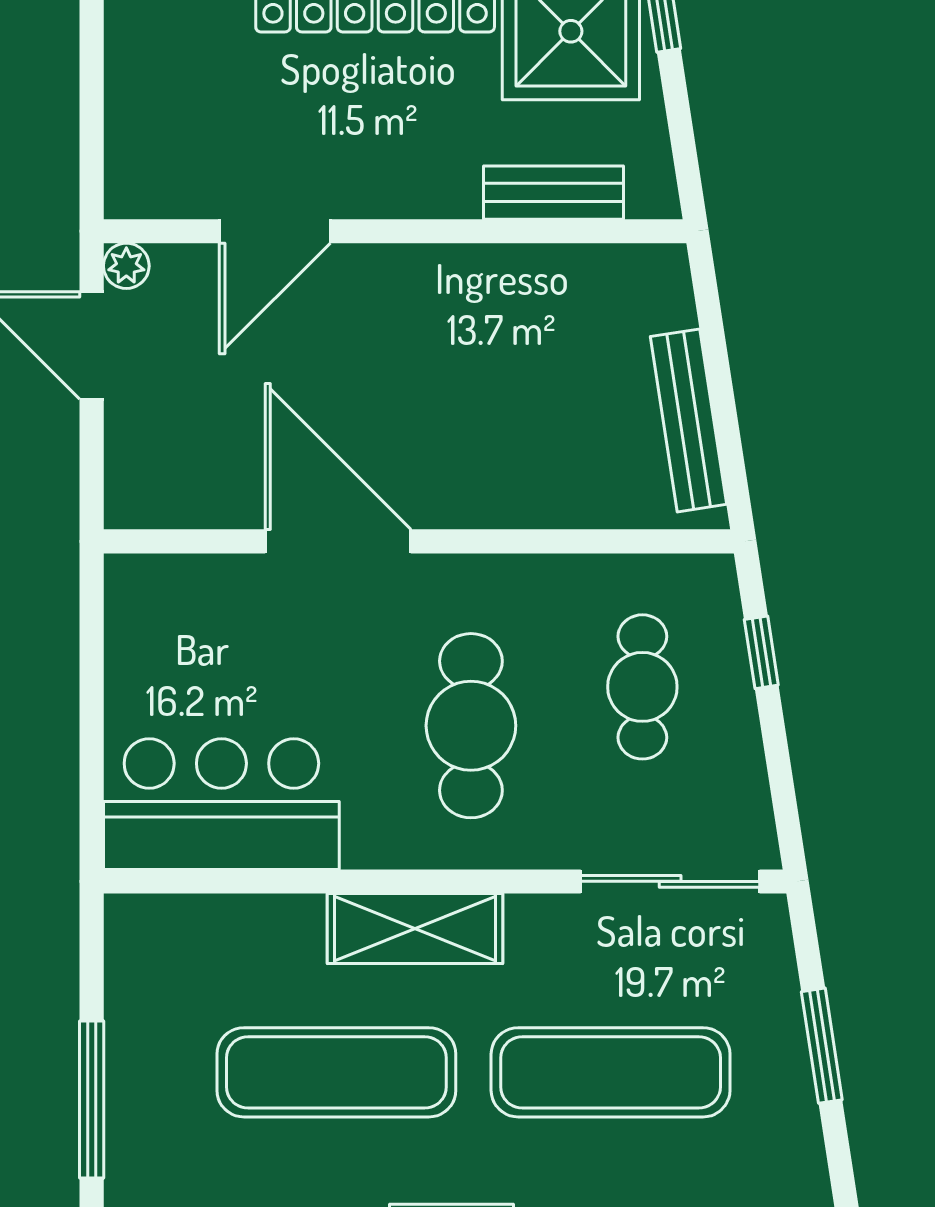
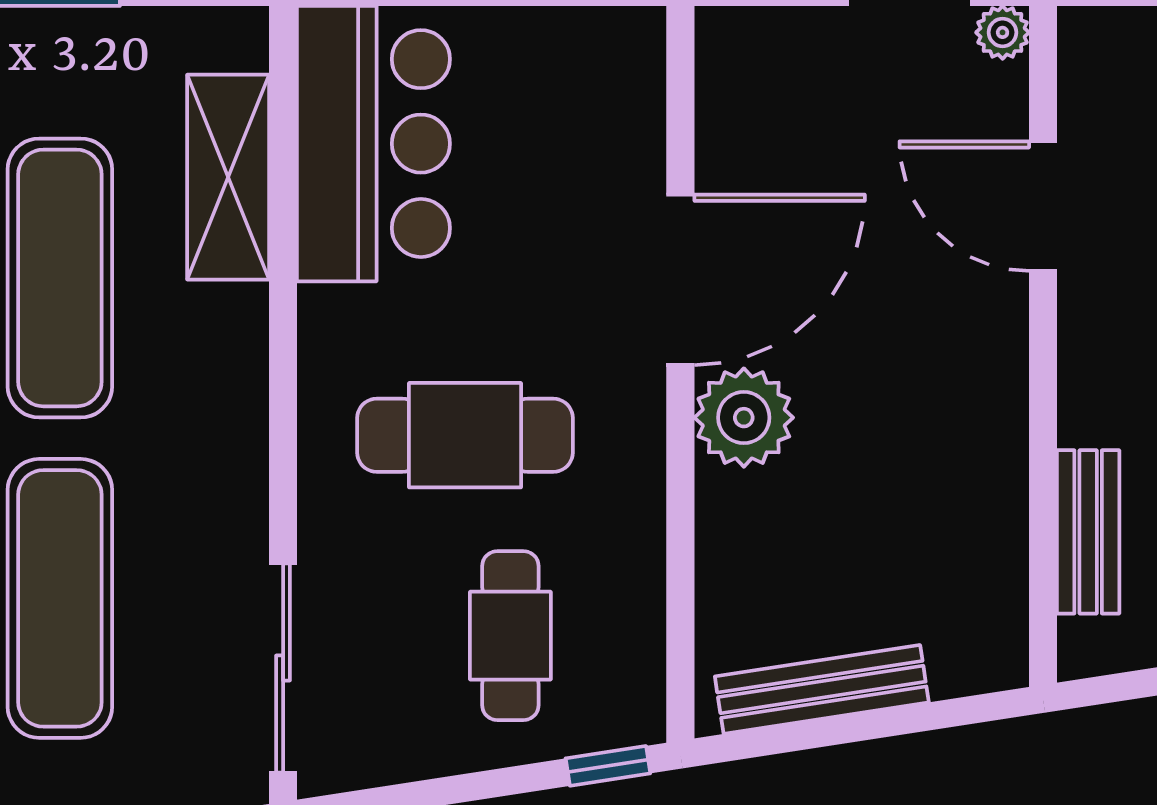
plant: (456, 487) -> (744, 418), added
window: (761, 652) -> (608, 766), moved
cafe table: (642, 687) -> (510, 636), turned 90
shelving: (415, 928) -> (228, 177), moved

